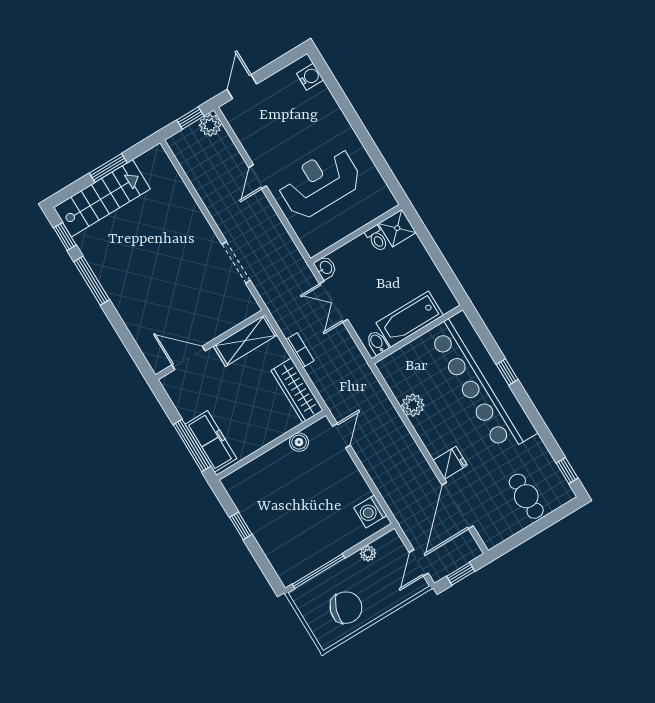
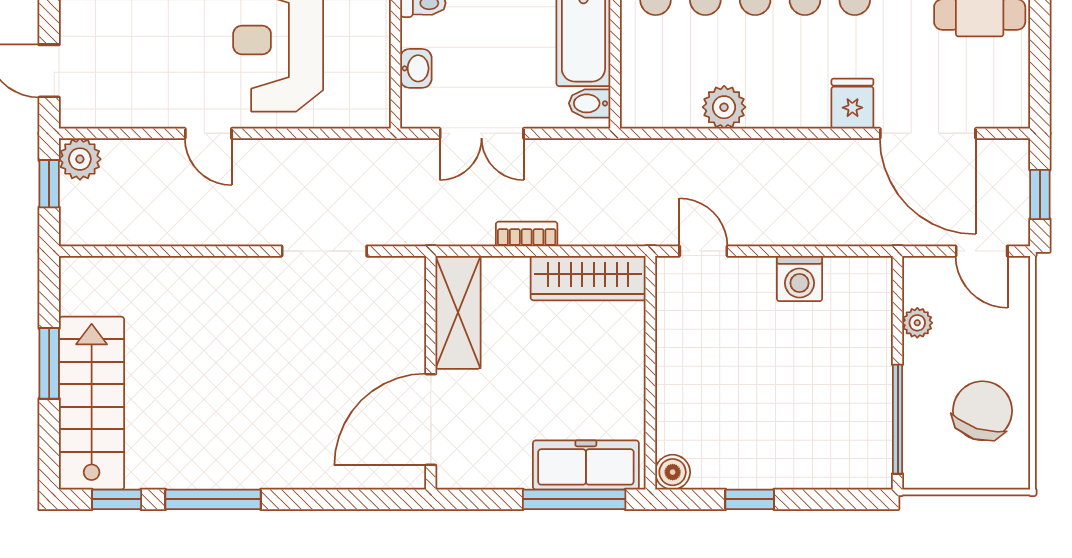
washbasin: (326, 268) -> (416, 68), moved, turned 90
door: (189, 358) -> (431, 419), width x1.36
boiler: (299, 442) -> (673, 472), moved
washing machine: (370, 511) -> (800, 278), moved

